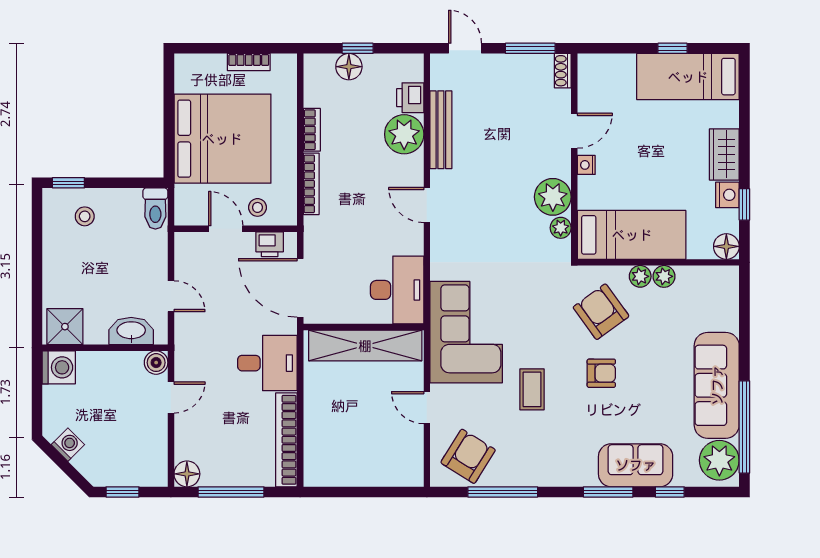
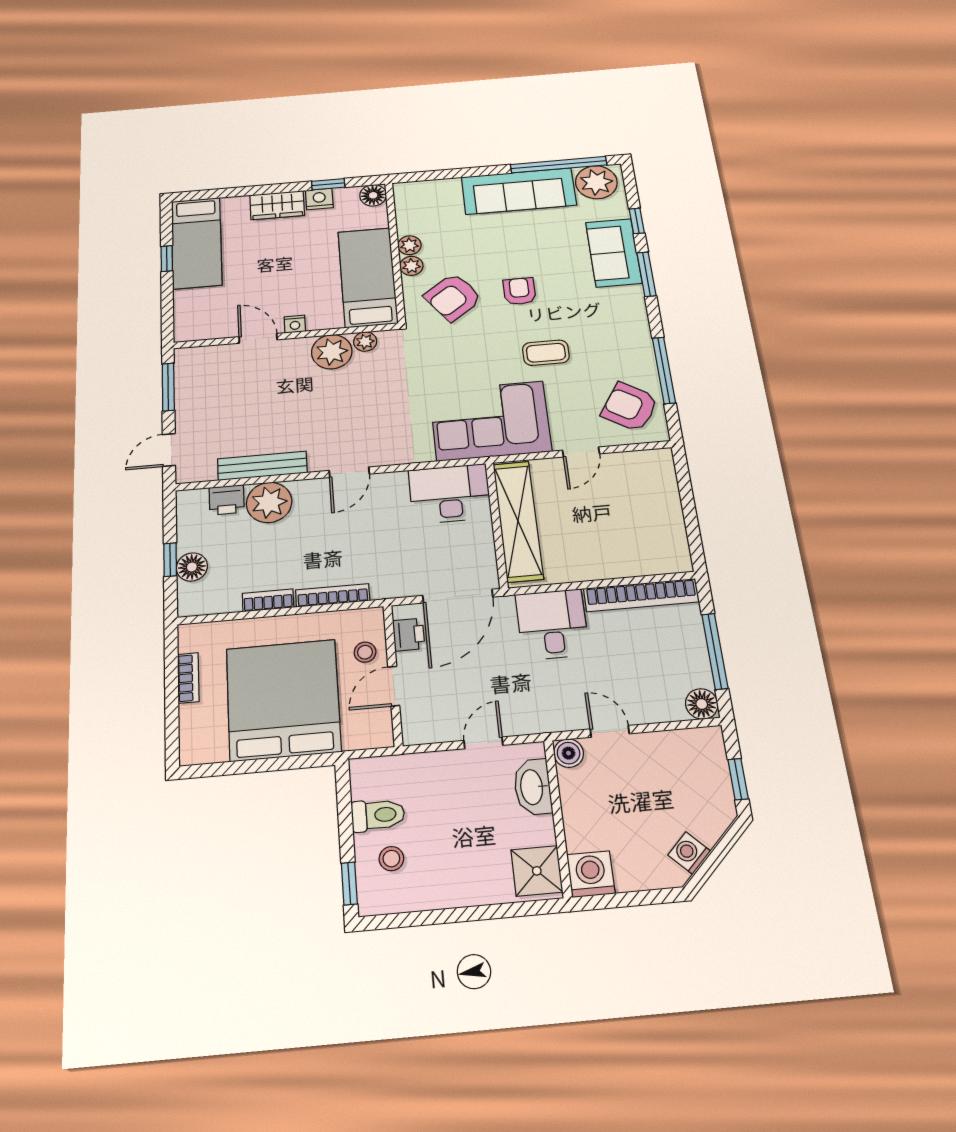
shoe rack: (563, 71) -> (193, 354), removed
toilet: (155, 208) -> (378, 815), moved

